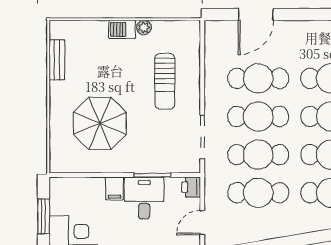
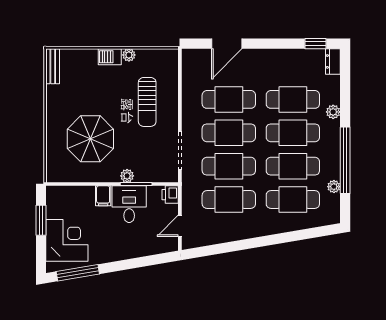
bench: (57, 60) -> (53, 66), moved
plant: (142, 166) -> (127, 176), added

